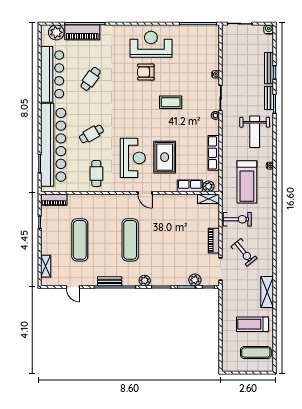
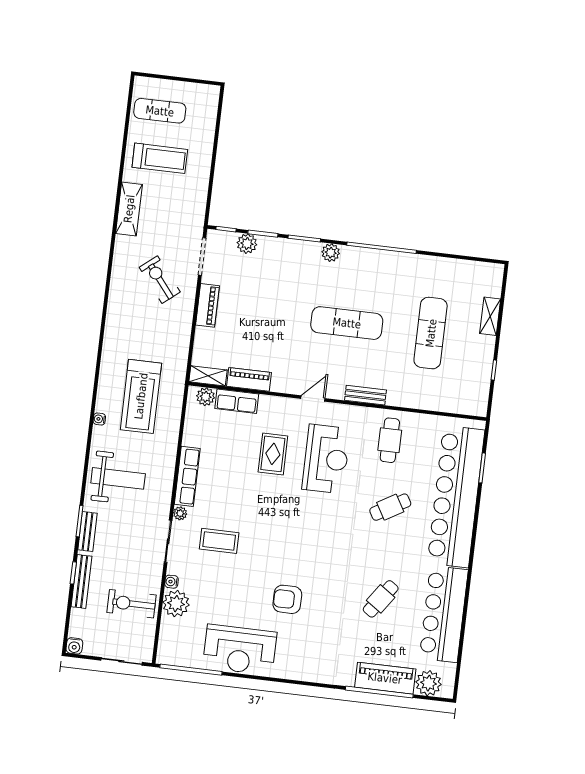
reception desk: (151, 44) -> (240, 650), moved
plant: (211, 62) -> (176, 604), added
armchair: (146, 72) -> (287, 599), turned 180
coffee table: (171, 102) -> (219, 541), moved
weight bench: (255, 132) -> (118, 478), turned 90
row of seats: (214, 153) -> (187, 476), moved
rug: (165, 157) -> (273, 454), width x0.73, depth x0.70
reception desk: (133, 158) -> (326, 459), turned 180
treadmill: (247, 182) -> (141, 396), turned 180
door: (145, 193) -> (313, 398), hinge flipped
piano: (54, 200) -> (249, 379), moved
exercise bike: (237, 219) -> (131, 604), moved
exercise mat: (130, 240) -> (347, 323), turned 90
shelving: (46, 266) -> (490, 316), moved
bench: (110, 281) -> (365, 395), moved
door: (73, 287) -> (451, 256), removed

